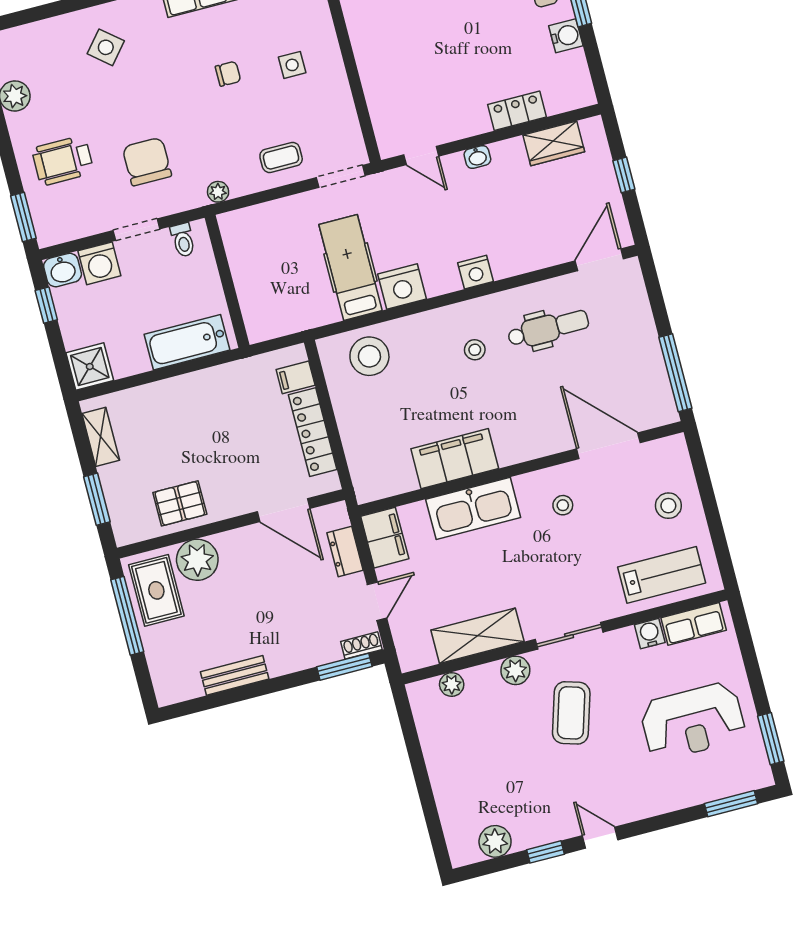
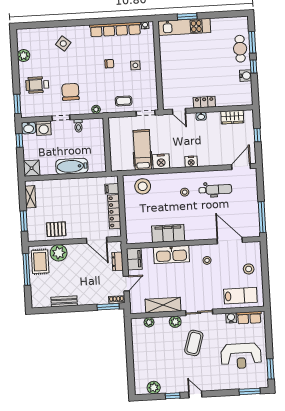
locker: (517, 111) -> (204, 102), moved
wall: (227, 281) -> (107, 145), moved

